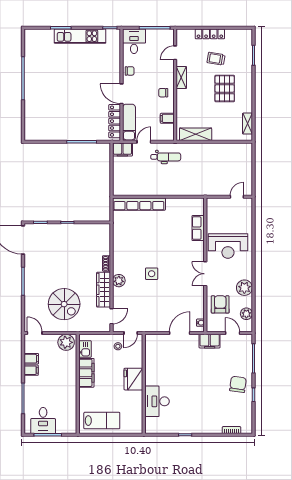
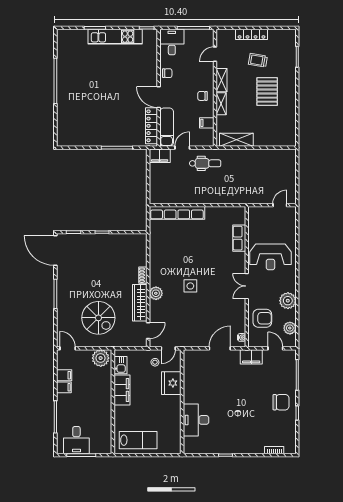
shelving: (248, 124) -> (221, 104), moved
armchair: (220, 304) -> (262, 318), turned 90
fridge: (133, 379) -> (171, 383), moved
chair: (238, 384) -> (281, 402), turned 82

